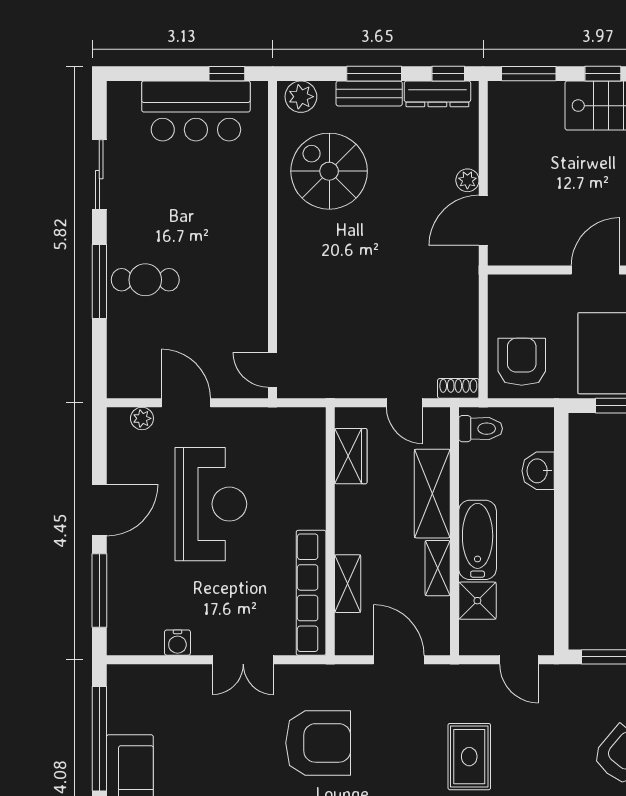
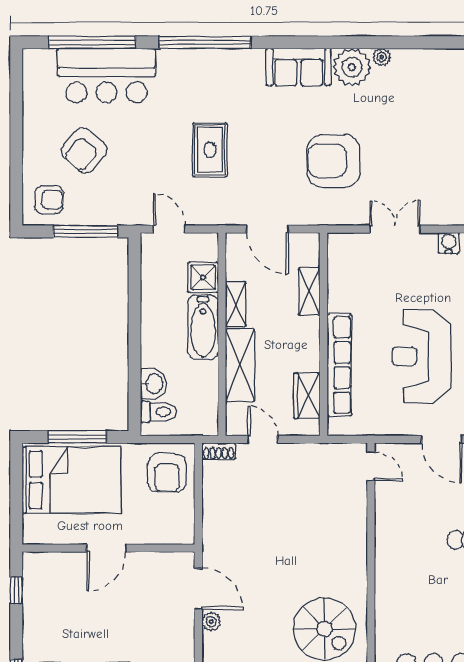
door: (483, 220) -> (198, 589), hinge flipped
toilet: (481, 429) -> (158, 412), moved, turned 180
row of seats: (311, 593) -> (339, 365), moved

